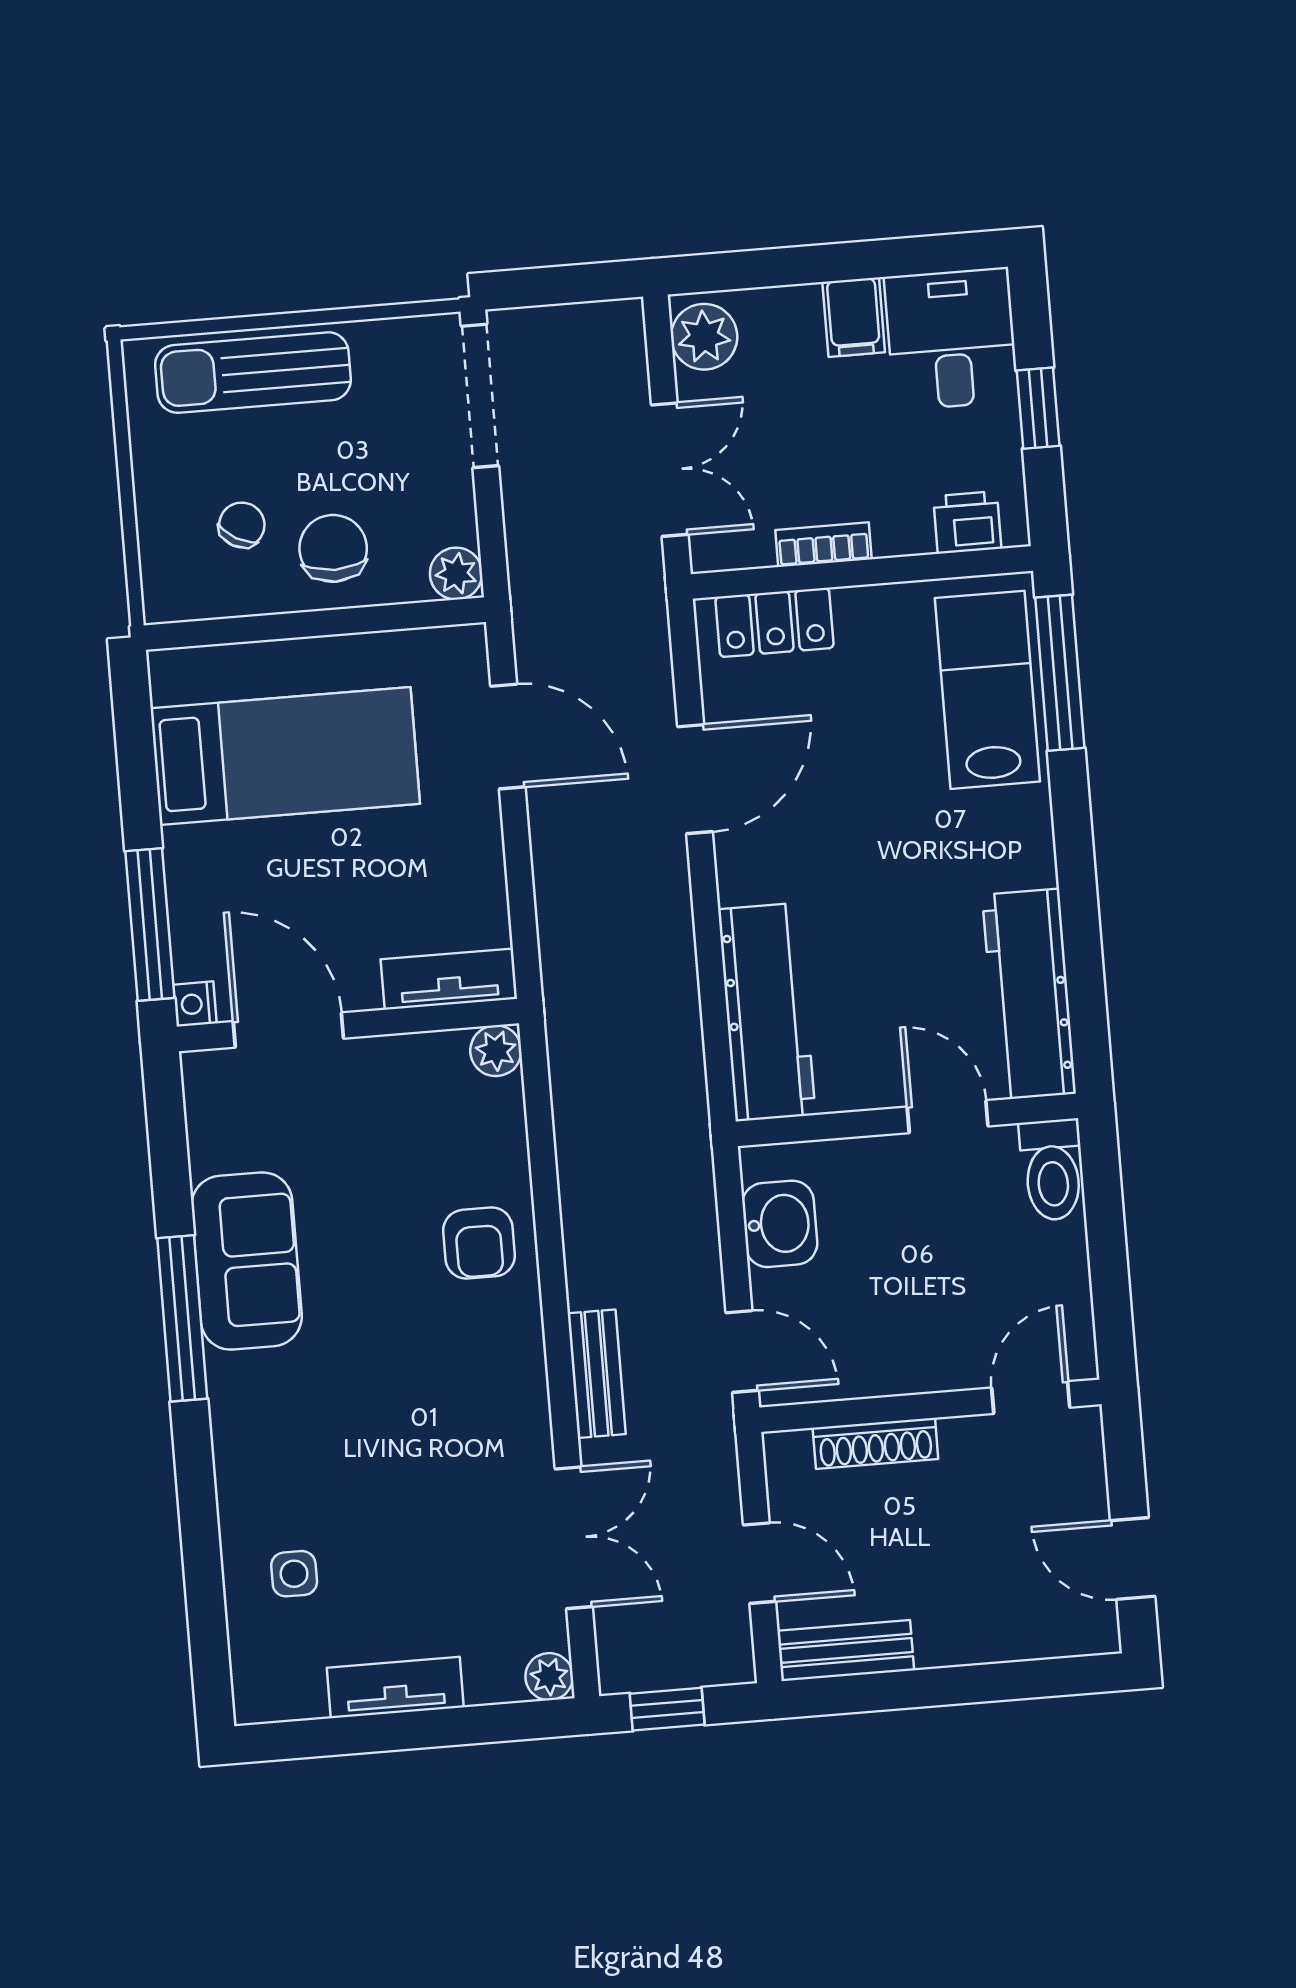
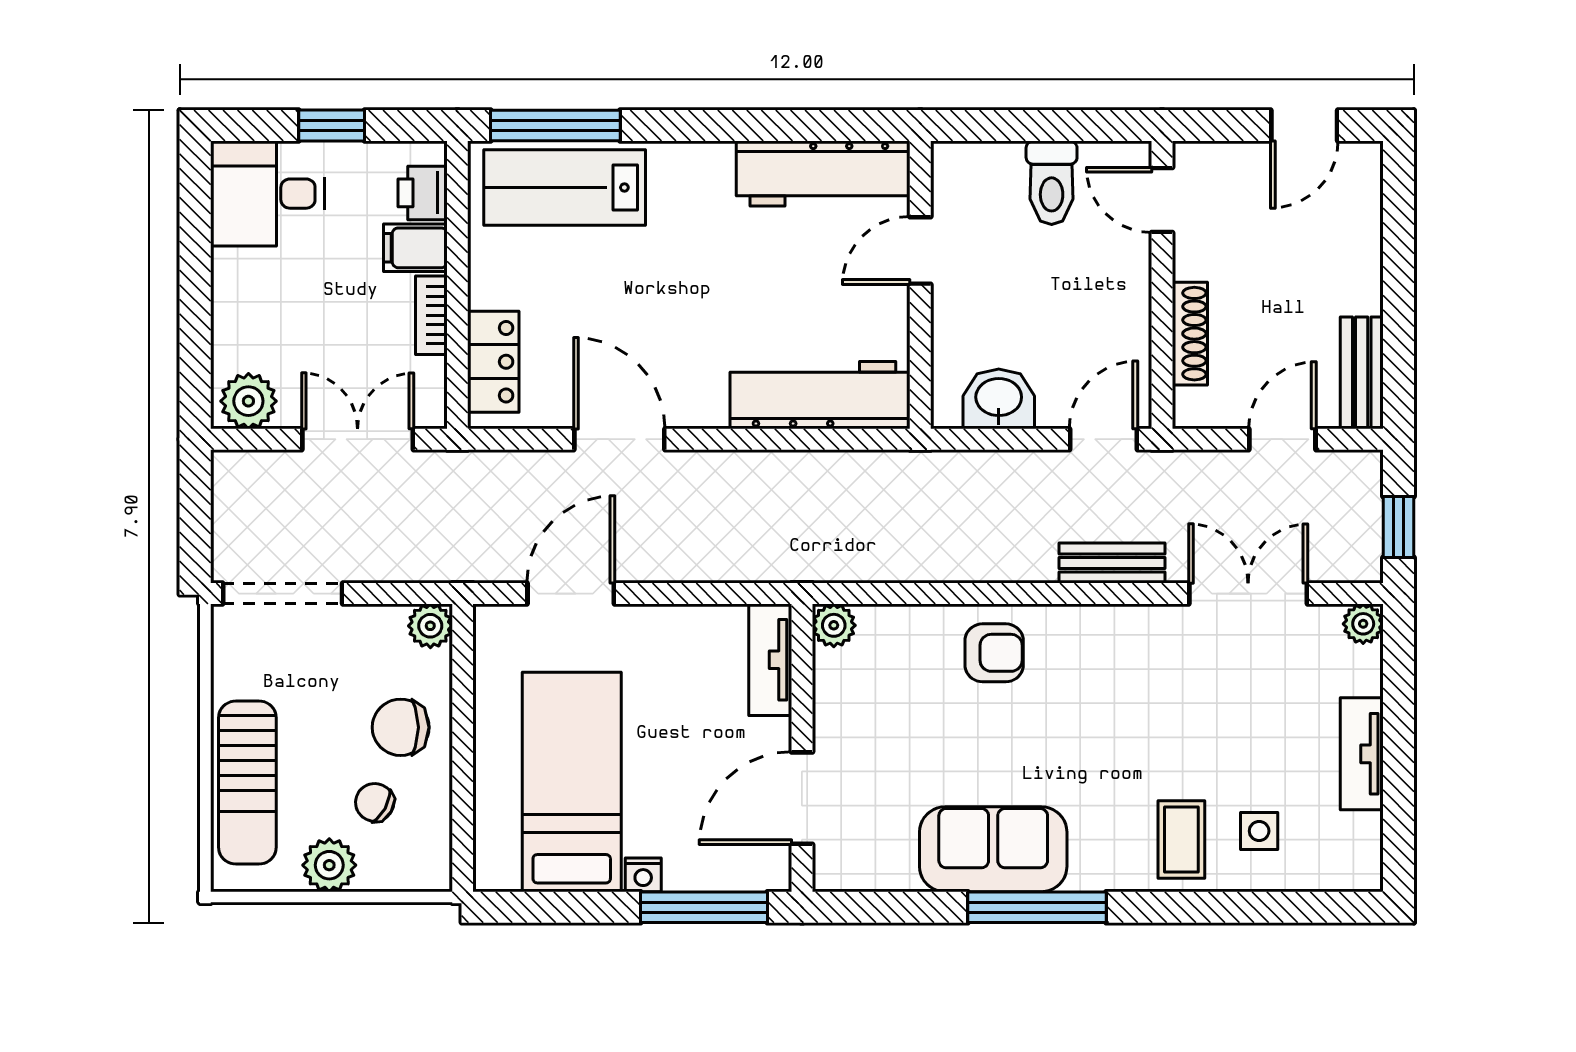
filing cabinet: (854, 317) -> (415, 248), moved, turned 180
plant: (163, 477) -> (329, 865), added
nightstand: (195, 1004) -> (643, 875), moved
toilet: (1052, 1170) -> (1052, 183), moved, turned 90
coffee table: (276, 1483) -> (1181, 839), added

